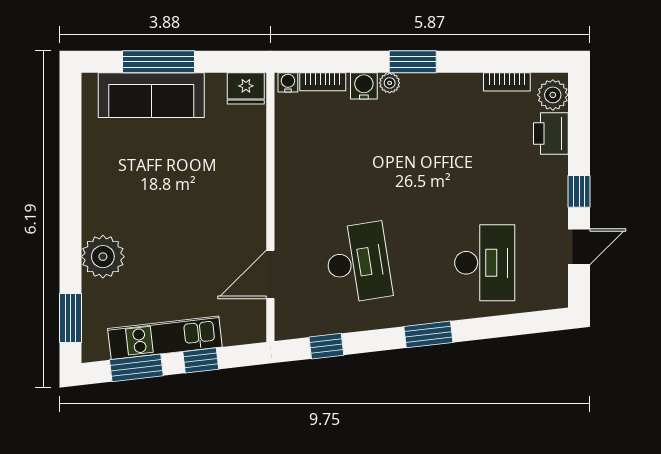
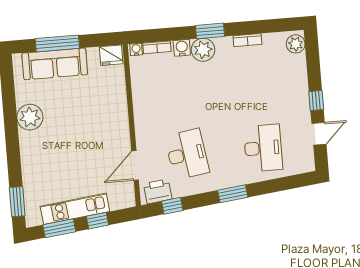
bookcase: (507, 82) -> (247, 40), moved
plant: (390, 83) -> (203, 50), width x1.87, depth x1.87
printer: (551, 133) -> (158, 191), moved, turned 83
plant: (103, 257) -> (30, 117), moved

